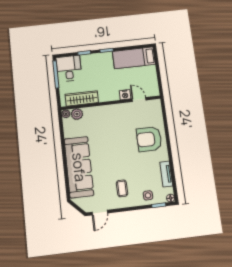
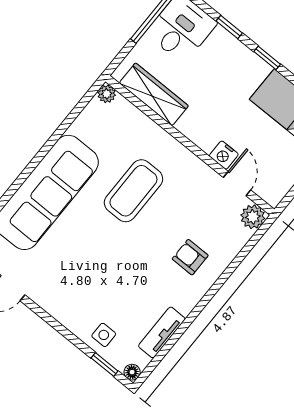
plant: (77, 114) -> (253, 217), moved
armchair: (149, 139) -> (190, 257), width x0.53, depth x0.53
coffee table: (122, 188) -> (133, 191), moved, width x1.86, depth x1.72

